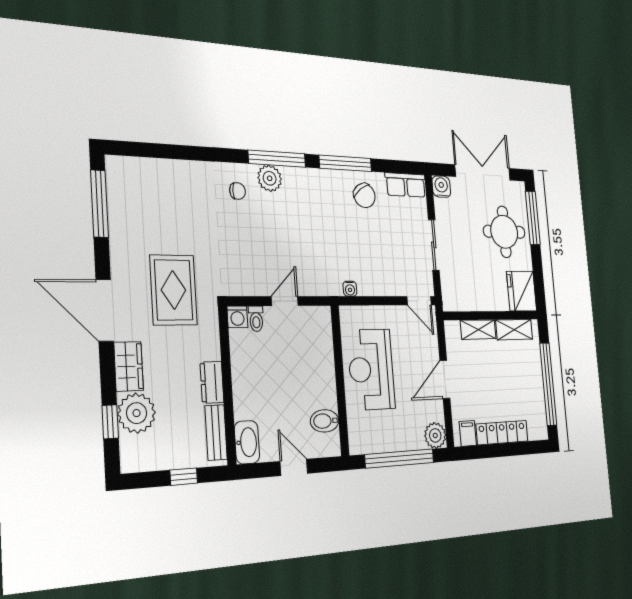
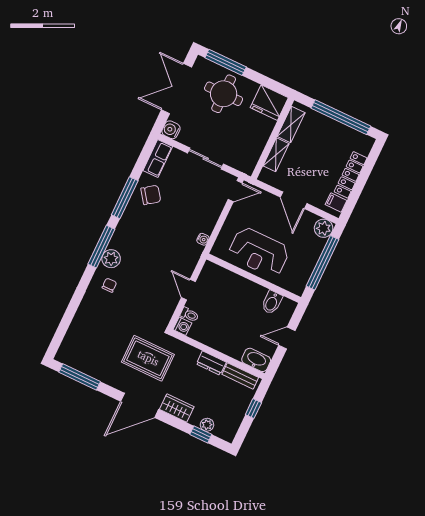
plant: (137, 413) -> (207, 425), width x0.53, depth x0.53

